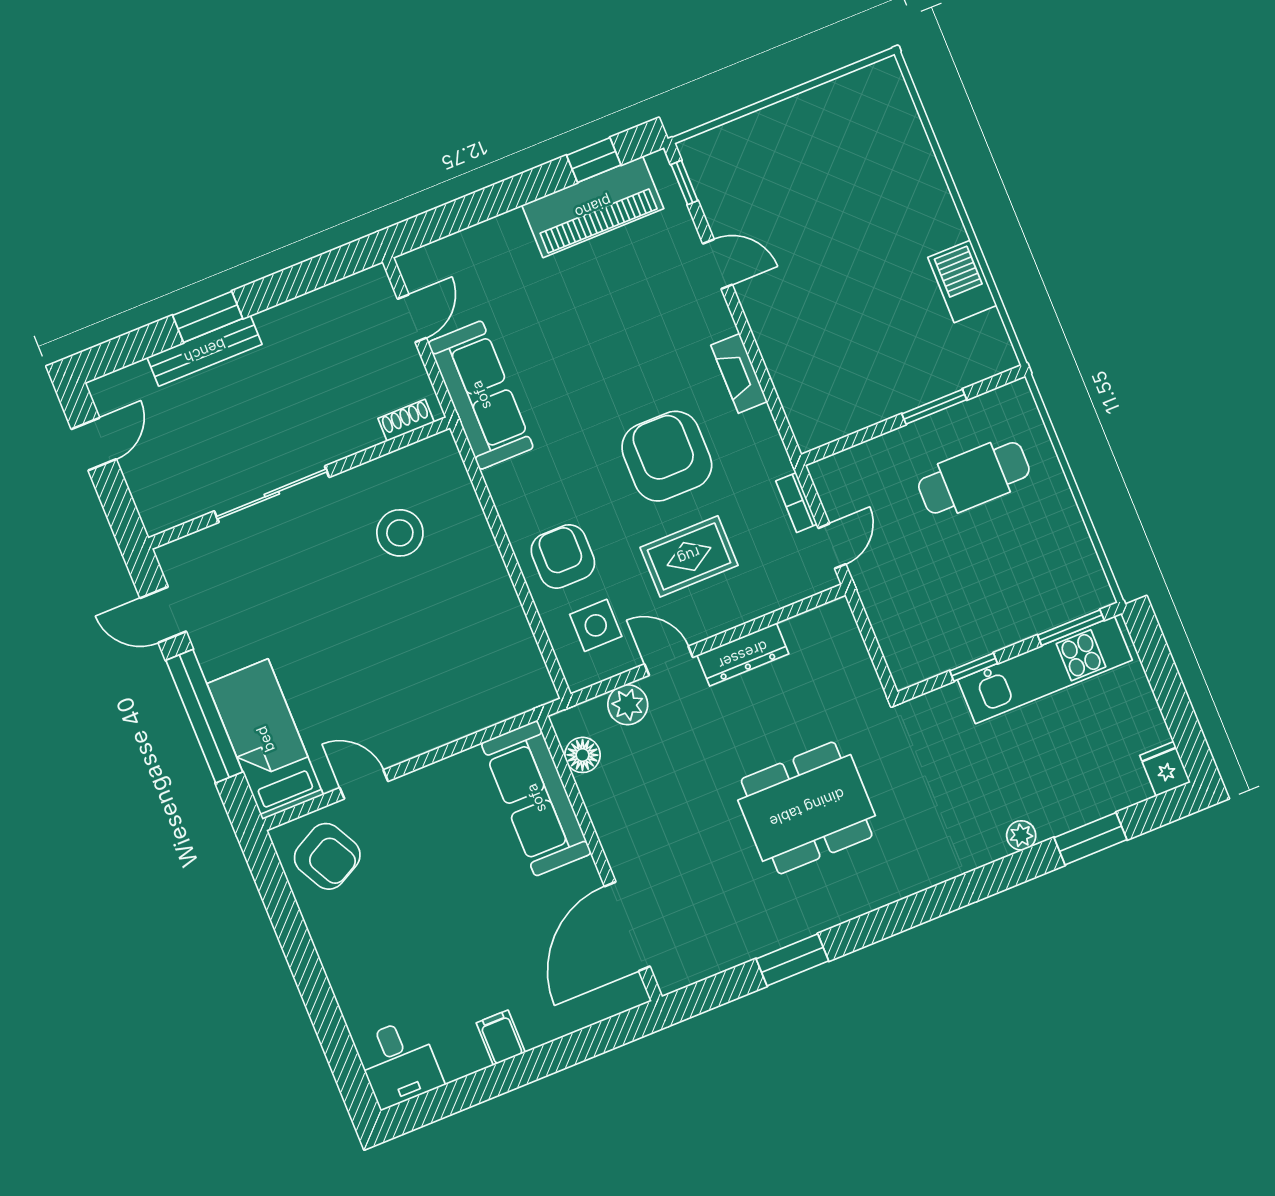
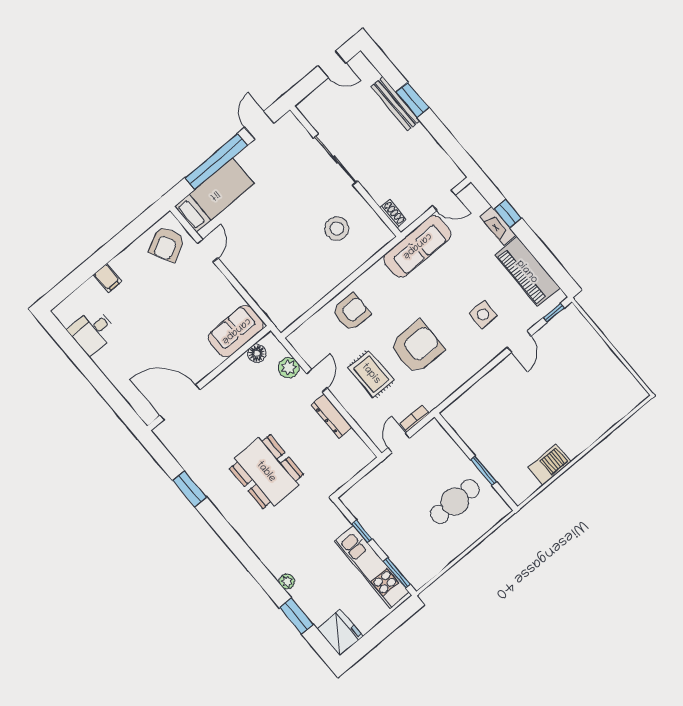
window: (594, 160) -> (508, 214), moved
fireplace: (739, 373) -> (498, 226), moved, turned -90
cafe table: (974, 478) -> (455, 502), turned 90
door: (832, 546) -> (399, 443), swing flipped
side table: (596, 625) -> (483, 315), moved
fridge: (1165, 769) -> (340, 632), width x1.88, depth x1.34
sofa: (536, 798) -> (236, 331), width x0.73
filing cabinet: (501, 1038) -> (107, 278), moved, turned 90
desk: (399, 1063) -> (93, 331), moved

